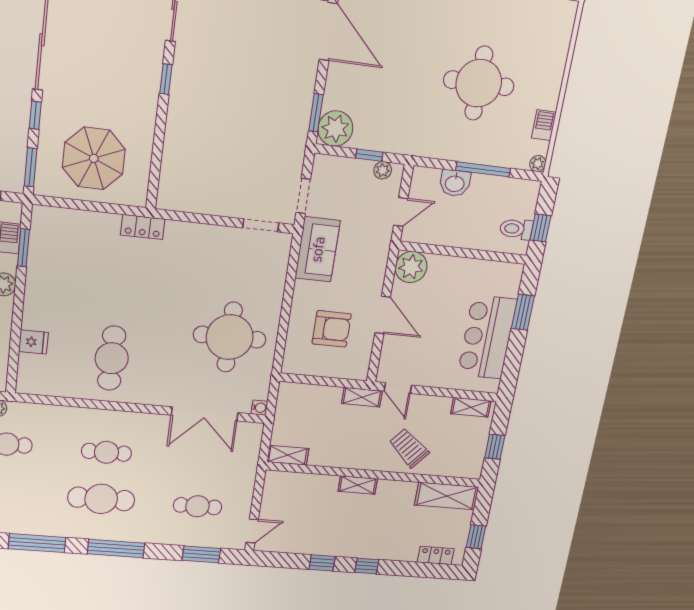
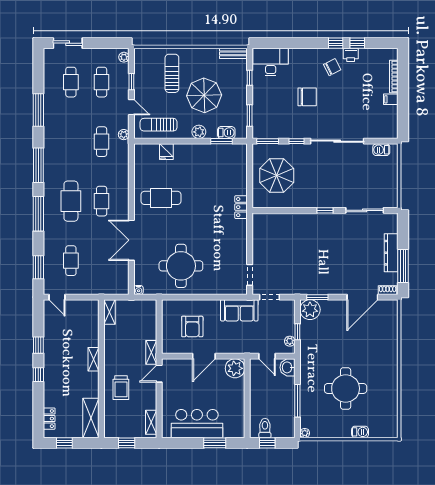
barbecue: (544, 125) -> (360, 432), moved
washbasin: (455, 183) -> (288, 367), moved
double door: (205, 414) -> (131, 240), moved
trolley: (409, 448) -> (121, 388), turned 139

